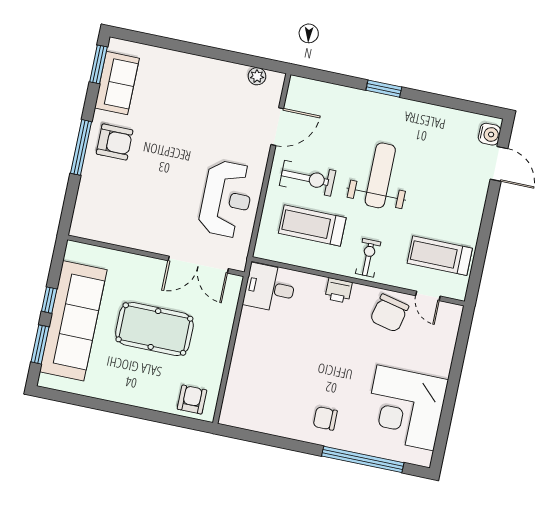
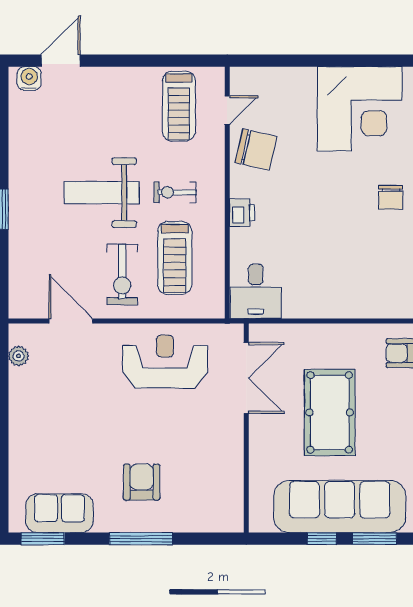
armchair: (115, 142) -> (142, 482), moved
exercise bike: (308, 178) -> (122, 274), turned 180
exercise bike: (368, 258) -> (175, 192), moved

